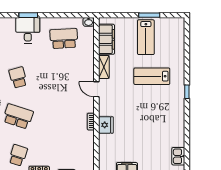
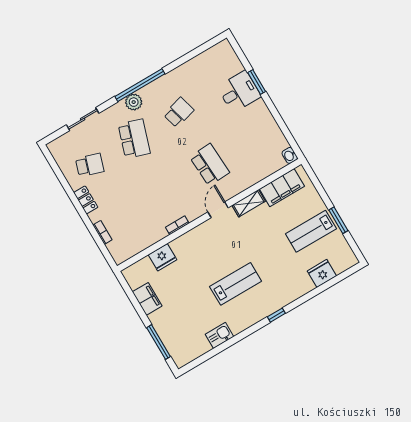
school desk: (64, 39) -> (210, 165), moved
fridge: (177, 46) -> (322, 273), added
lab bench: (152, 76) -> (236, 284), moved, turned 90
fridge: (106, 125) -> (163, 257), moved
kitchen sink: (178, 156) -> (220, 335), moved

